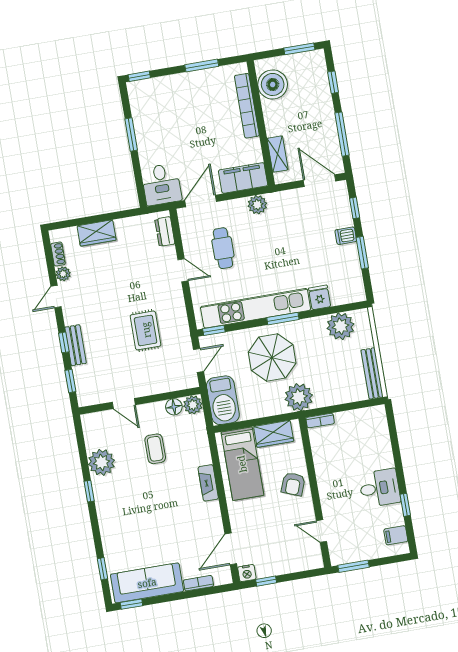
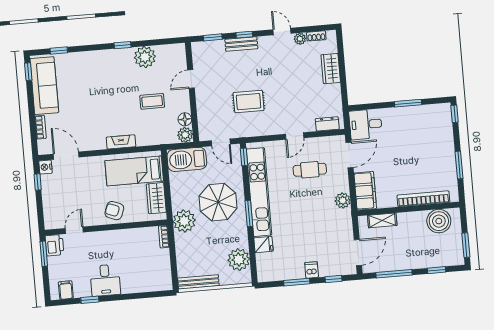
door: (201, 201) -> (350, 155), hinge flipped
printer: (342, 554) -> (54, 245), added

